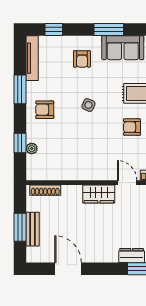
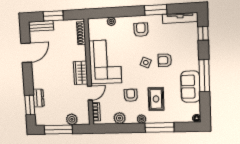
window: (109, 30) -> (204, 76), width x1.44
armchair: (82, 59) -> (165, 60), moved
window: (20, 143) -> (115, 12), removed
corner sofa: (85, 159) -> (105, 62), added
bench: (33, 229) -> (41, 26), moved

